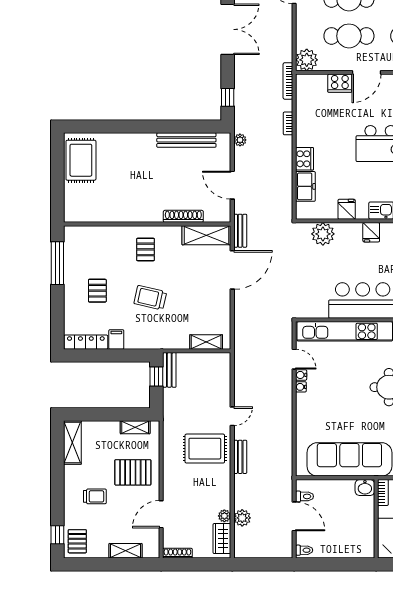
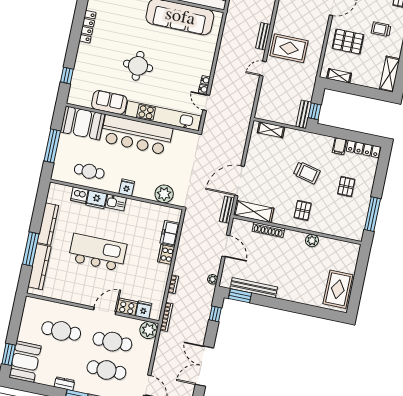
window: (201, 127) -> (240, 296), added
fridge: (347, 209) -> (144, 310), moved, turned 180
plant: (126, 214) -> (312, 240), added

